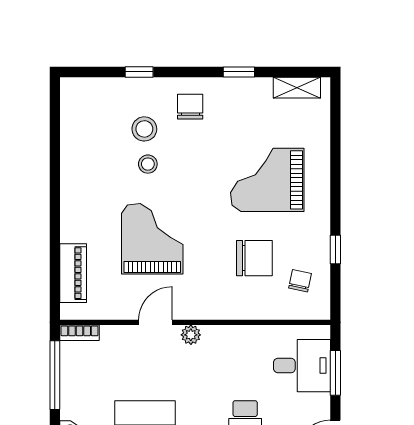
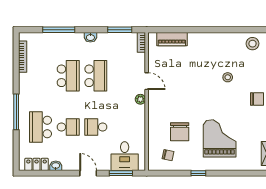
stool: (144, 129) -> (252, 44), moved
grand piano: (152, 239) -> (189, 80), removed
window: (335, 250) -> (198, 173), moved
window: (55, 375) -> (120, 30), width x0.69

